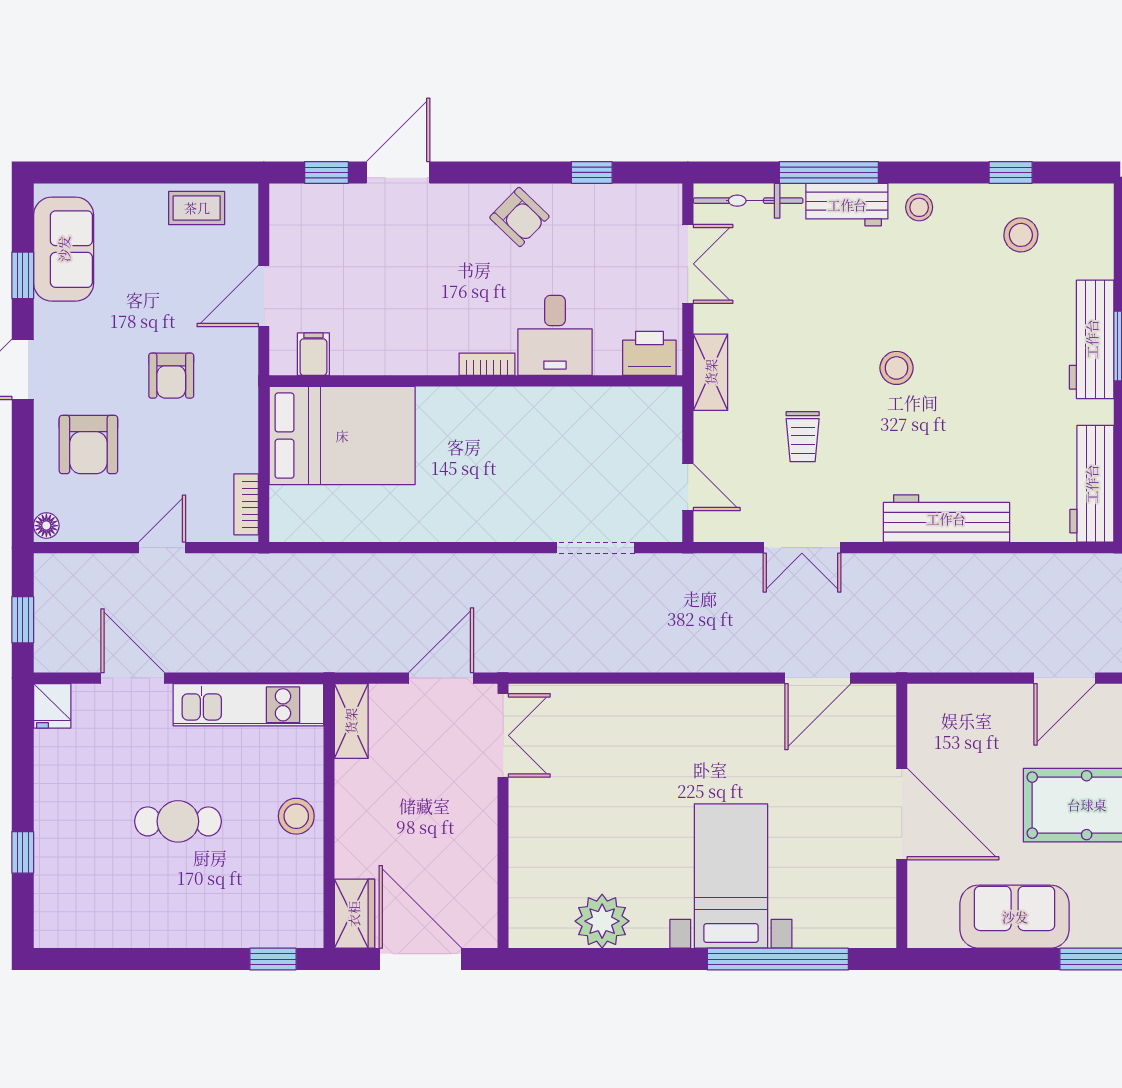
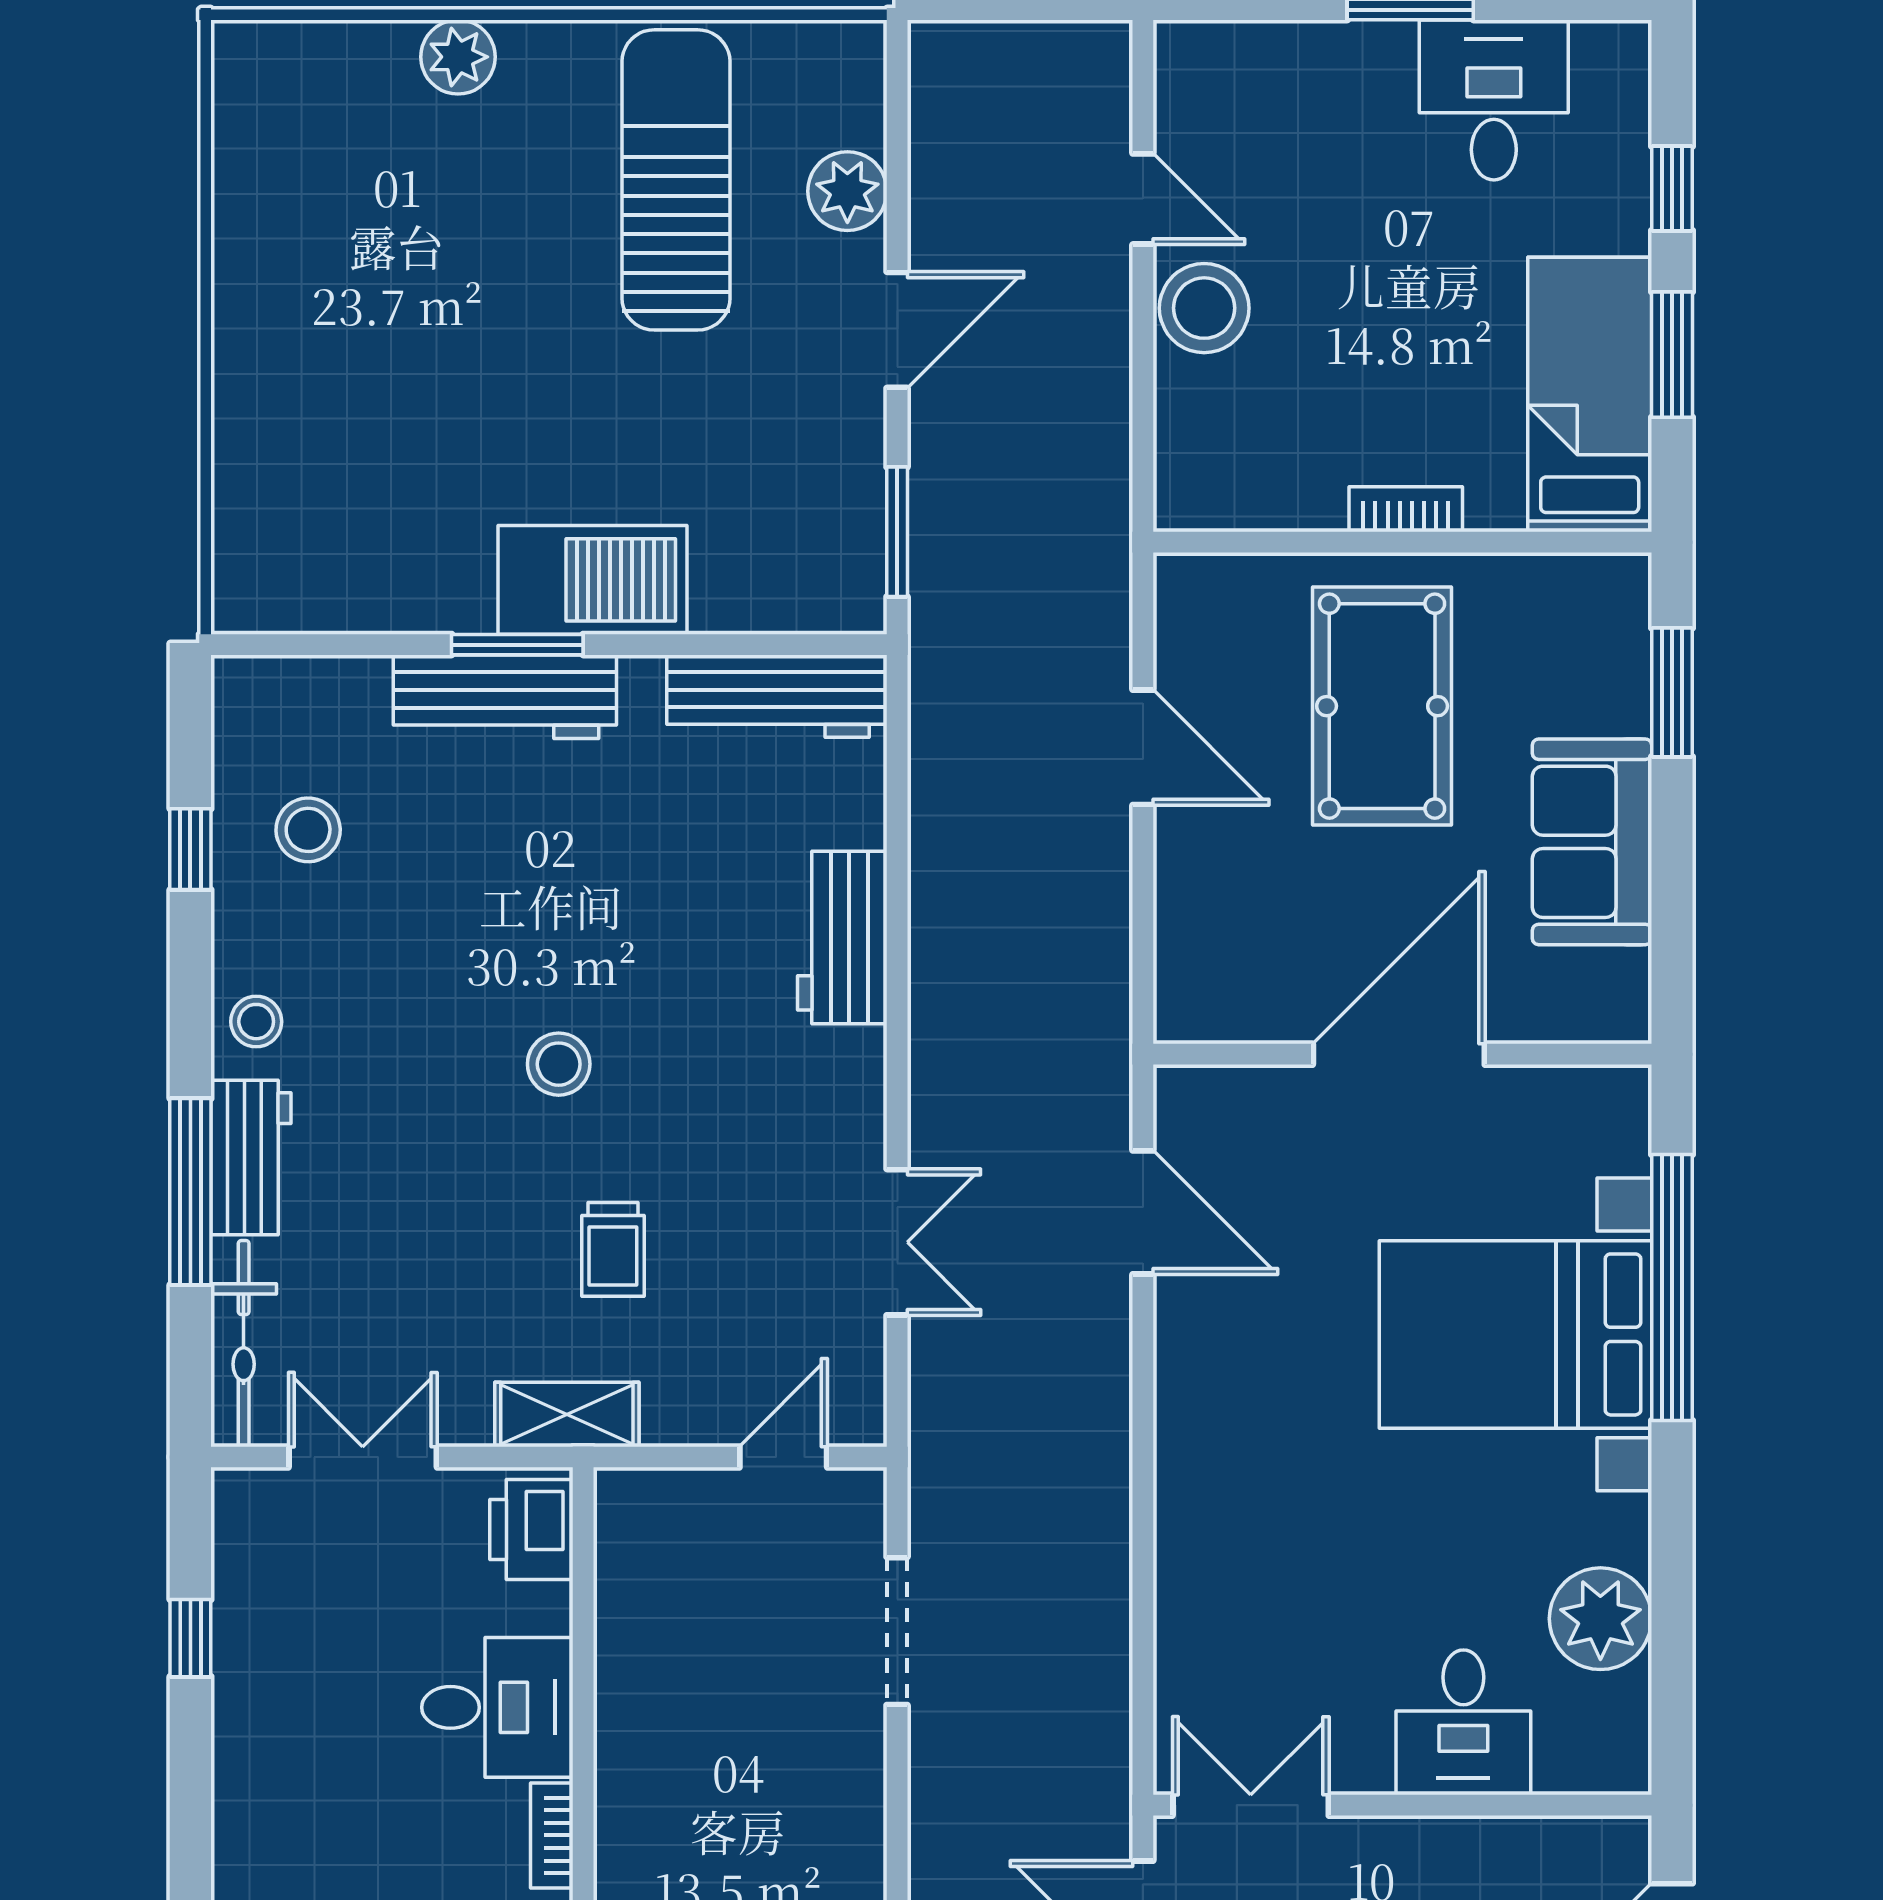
armchair: (519, 217) -> (274, 1774), removed
trolley: (803, 437) -> (613, 1249), moved, turned 90
workbench: (946, 519) -> (842, 938), width x0.73
desk: (547, 848) -> (1463, 1722), added
bed with nightstands: (731, 876) -> (1515, 1334), width x1.36

